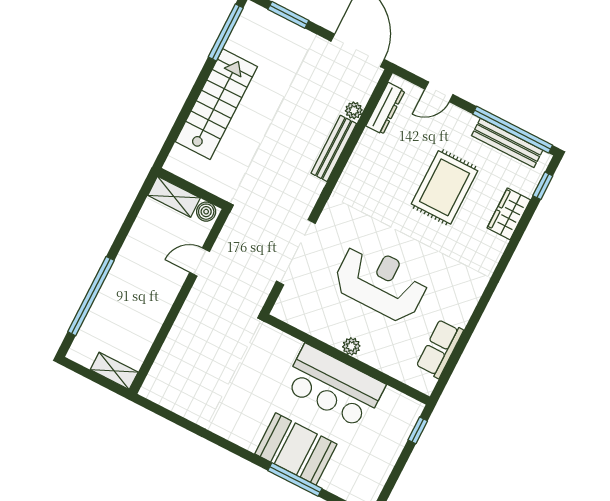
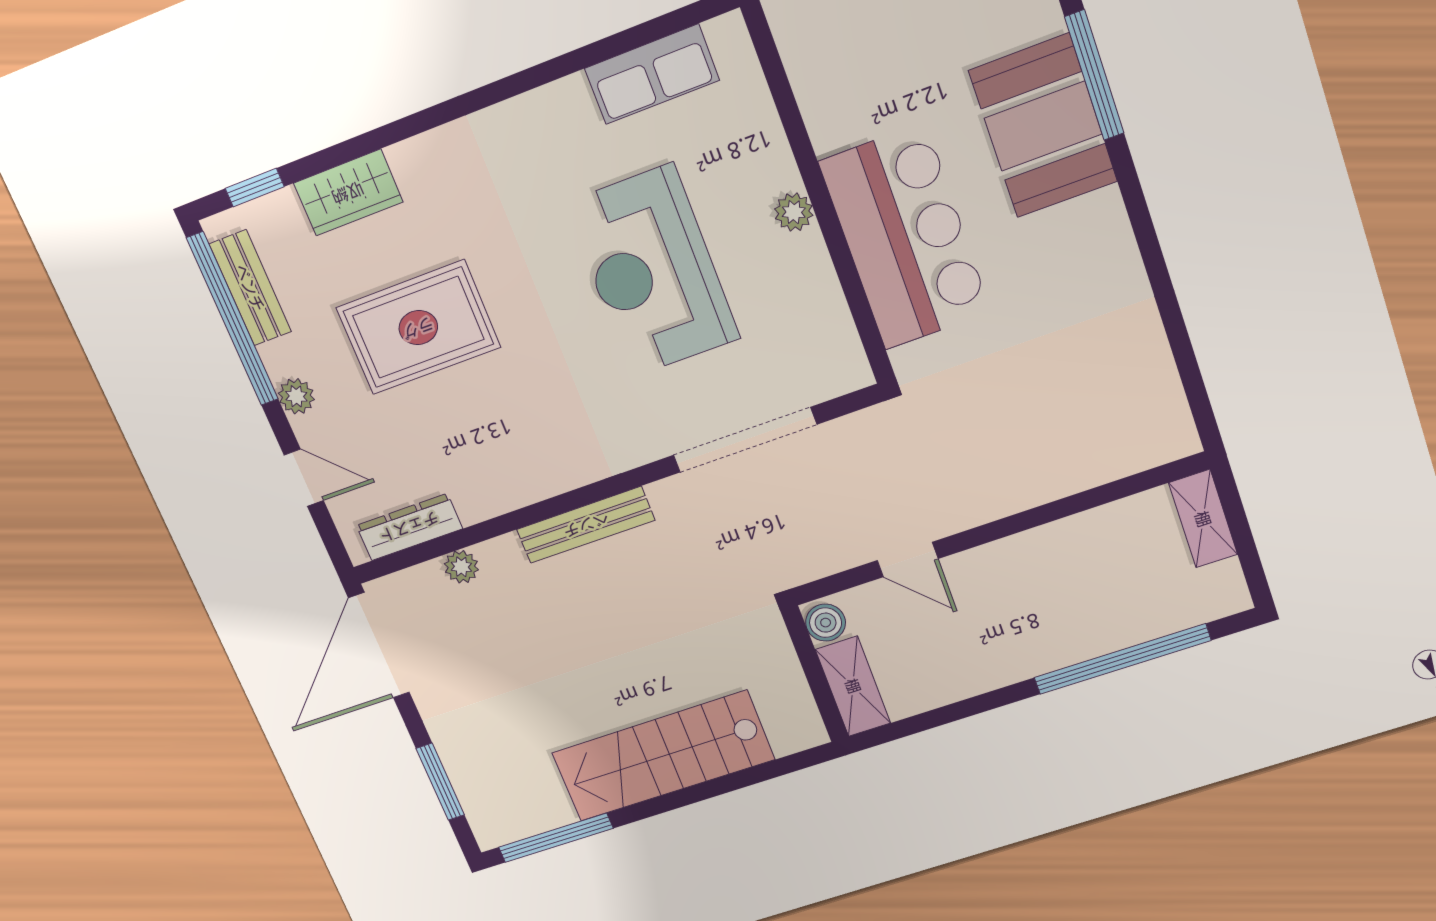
plant: (467, 121) -> (296, 396), added
bench: (507, 143) -> (250, 288), width x0.73
bench: (334, 148) -> (586, 525), moved
bar counter: (334, 386) -> (905, 237), moved

